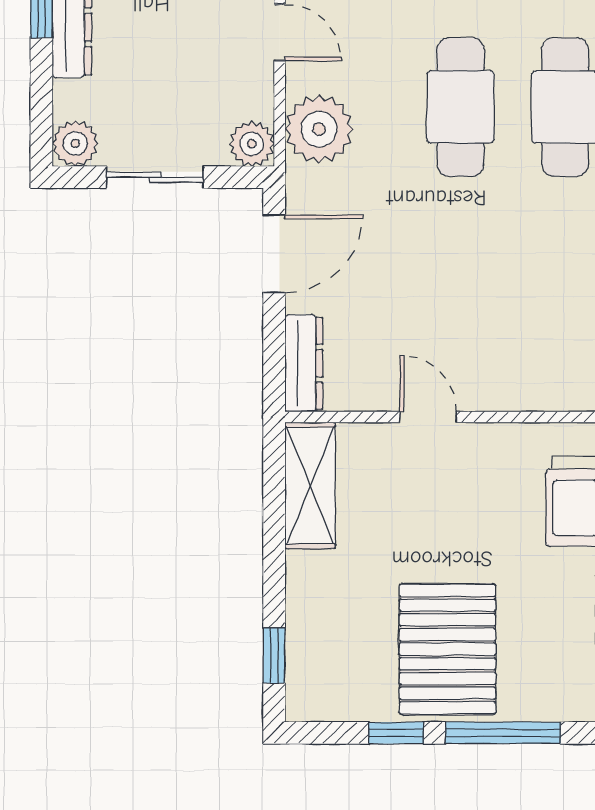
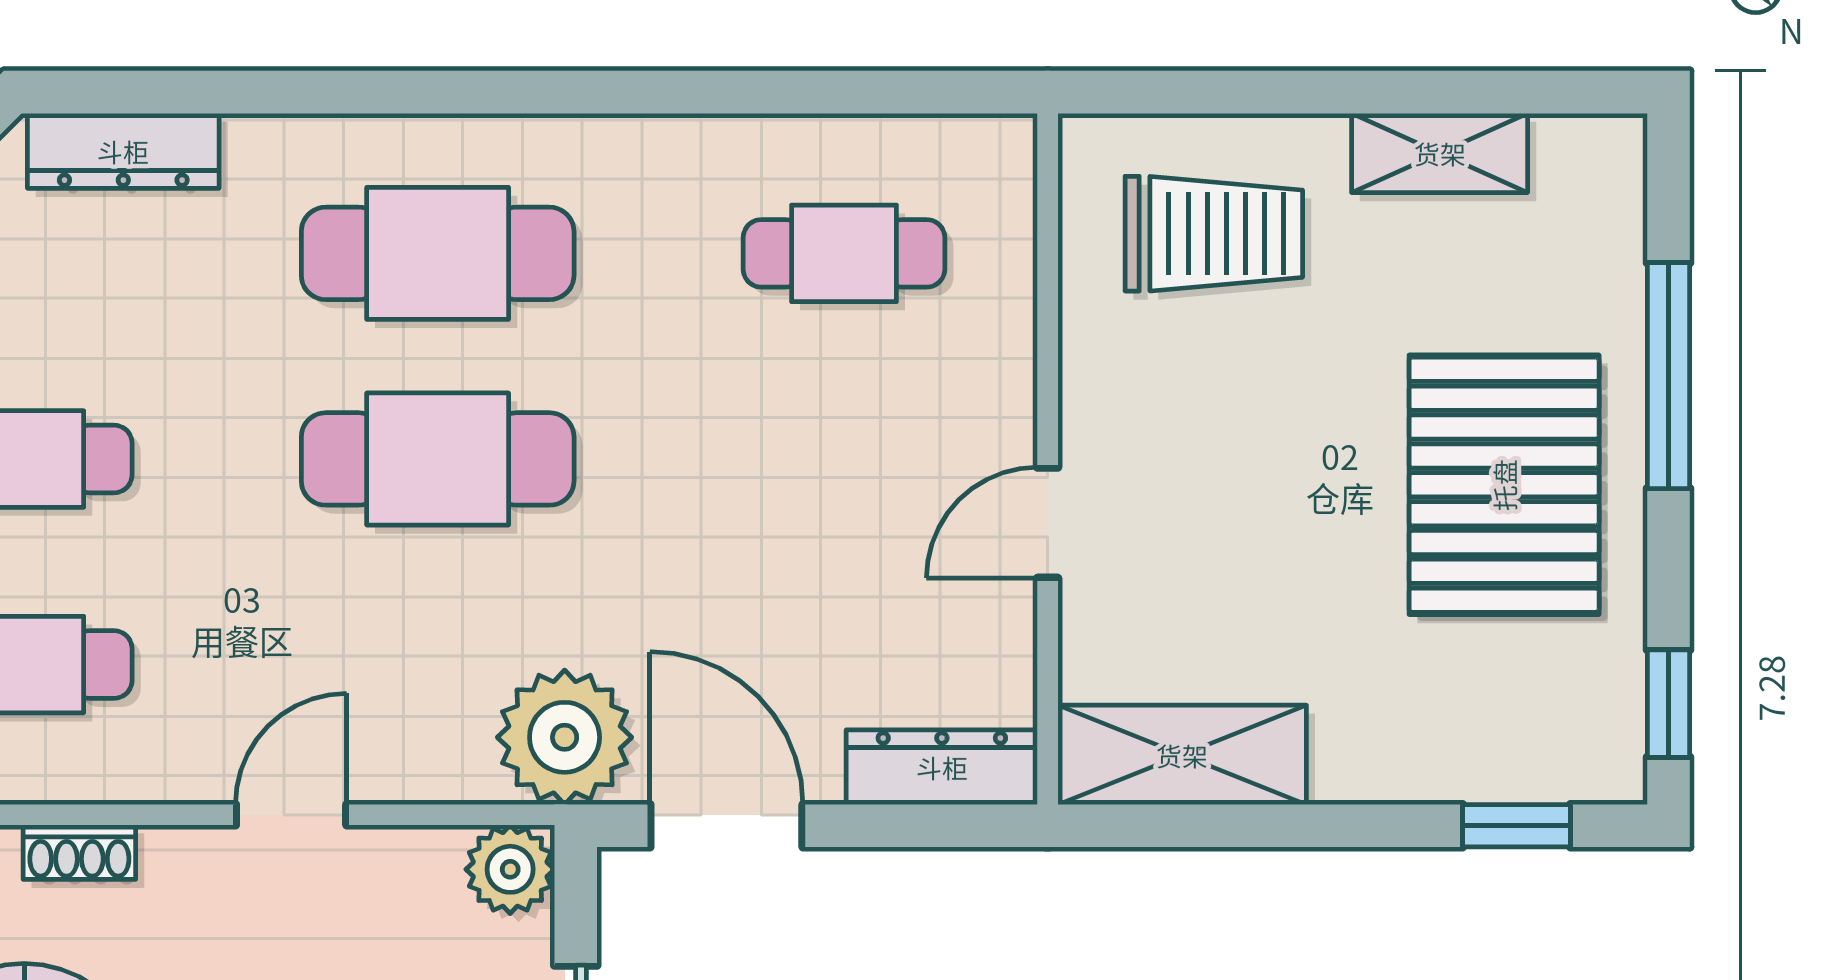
plant: (319, 129) -> (565, 737), moved
cafe table: (565, 314) -> (844, 253), added
pallet: (447, 649) -> (1504, 485), turned 90
window: (396, 733) -> (1669, 704), moved

